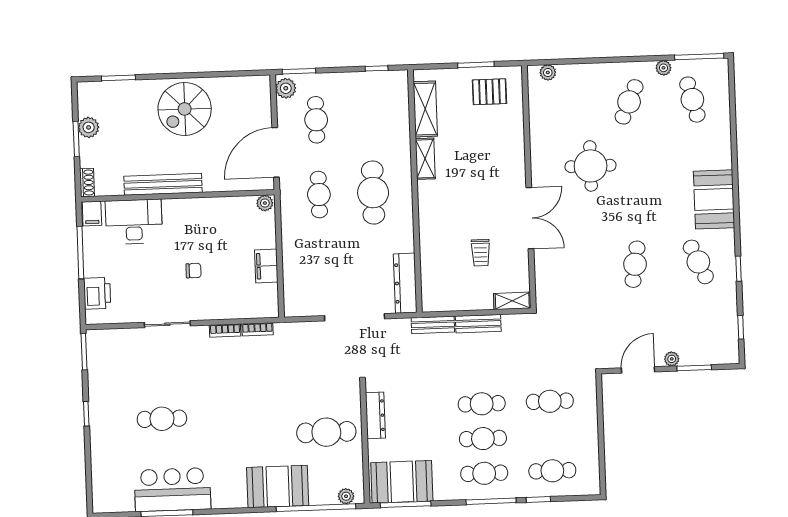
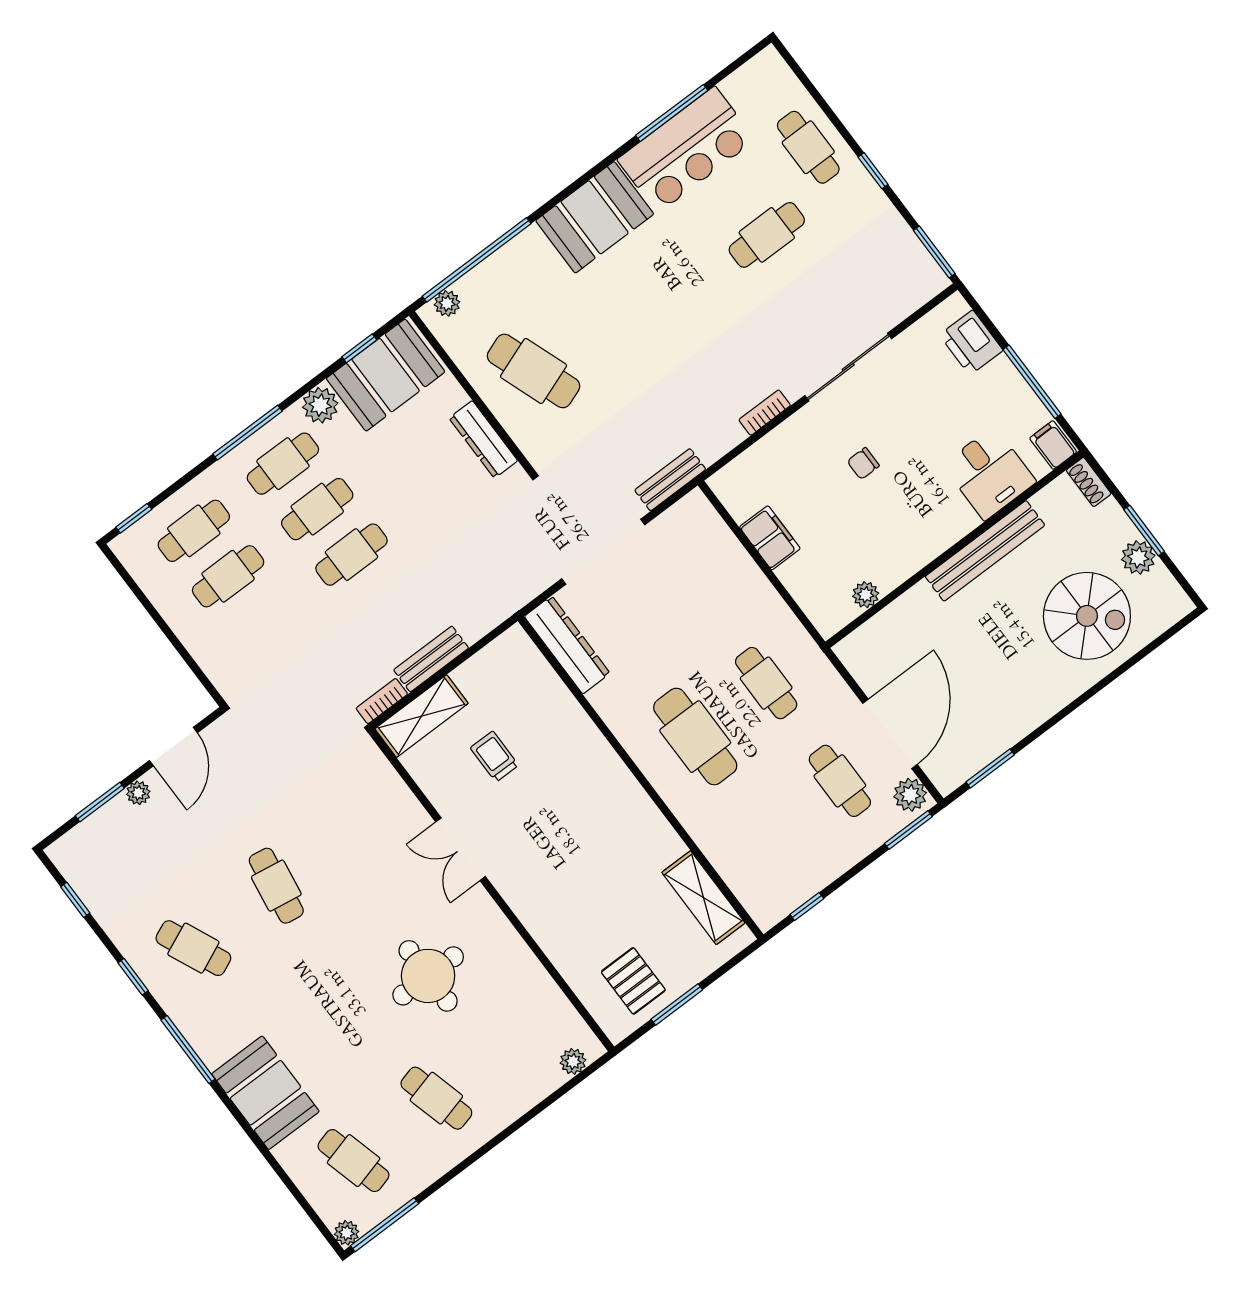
plant: (663, 68) -> (347, 1233), moved
window: (118, 78) -> (990, 768), moved
pallet: (489, 92) -> (633, 981), turned 90
cafe table: (629, 102) -> (436, 1098), turned -39
spiral stairs: (185, 109) -> (1087, 616), moved, turned 90
door: (276, 152) -> (890, 734), moved
shelving: (425, 159) -> (657, 831), removed
booth: (714, 199) -> (265, 1093), moved
plant: (265, 203) -> (866, 595), moved
window: (736, 213) -> (188, 1050), added
double door: (530, 218) -> (461, 849), width x0.73
desk: (134, 222) -> (989, 473), width x0.73
shelving: (512, 301) -> (422, 716), width x1.50, depth x1.33
sliding door: (167, 324) -> (848, 367), width x1.37
bench: (433, 325) -> (670, 480), moved
bookcase: (257, 329) -> (382, 701), moved
cafe table: (550, 401) -> (228, 576), moved
cafe table: (326, 432) -> (534, 371), turned 70
cafe table: (111, 448) -> (808, 147), added
booth: (278, 486) -> (595, 217), moved
plant: (445, 490) -> (320, 405), added
window: (538, 500) -> (134, 518), moved
window: (406, 504) -> (359, 348), width x0.46

